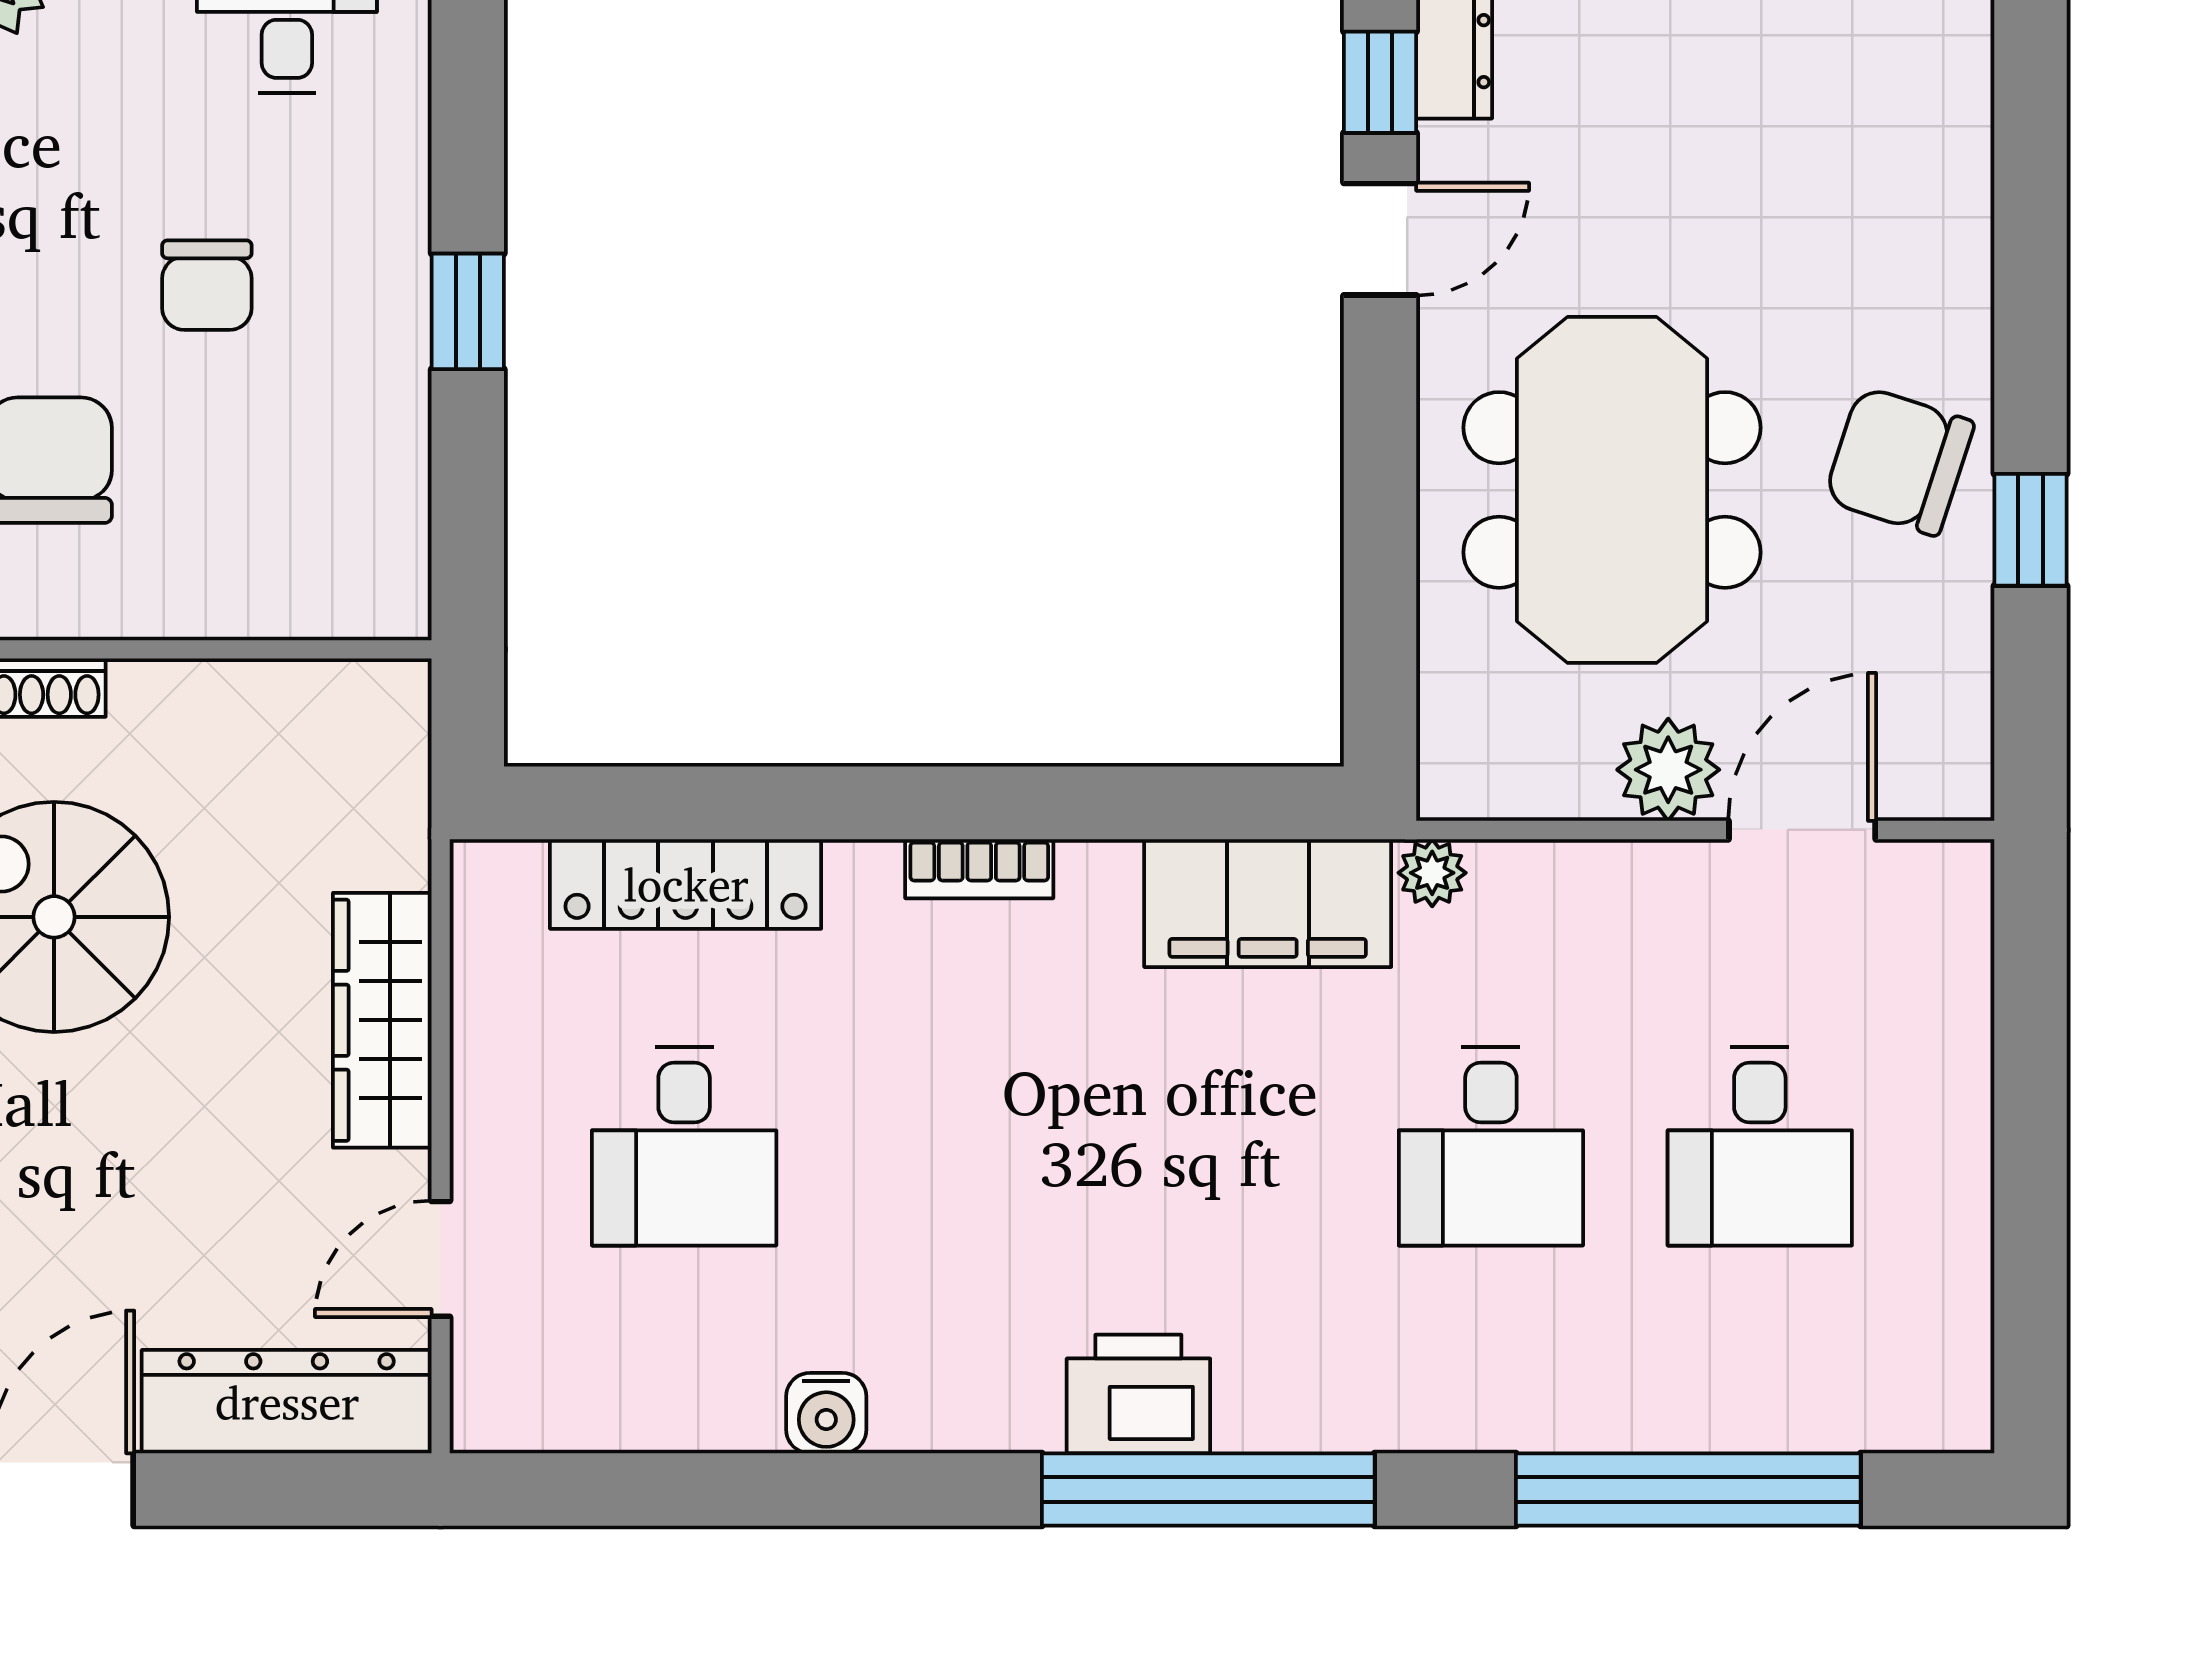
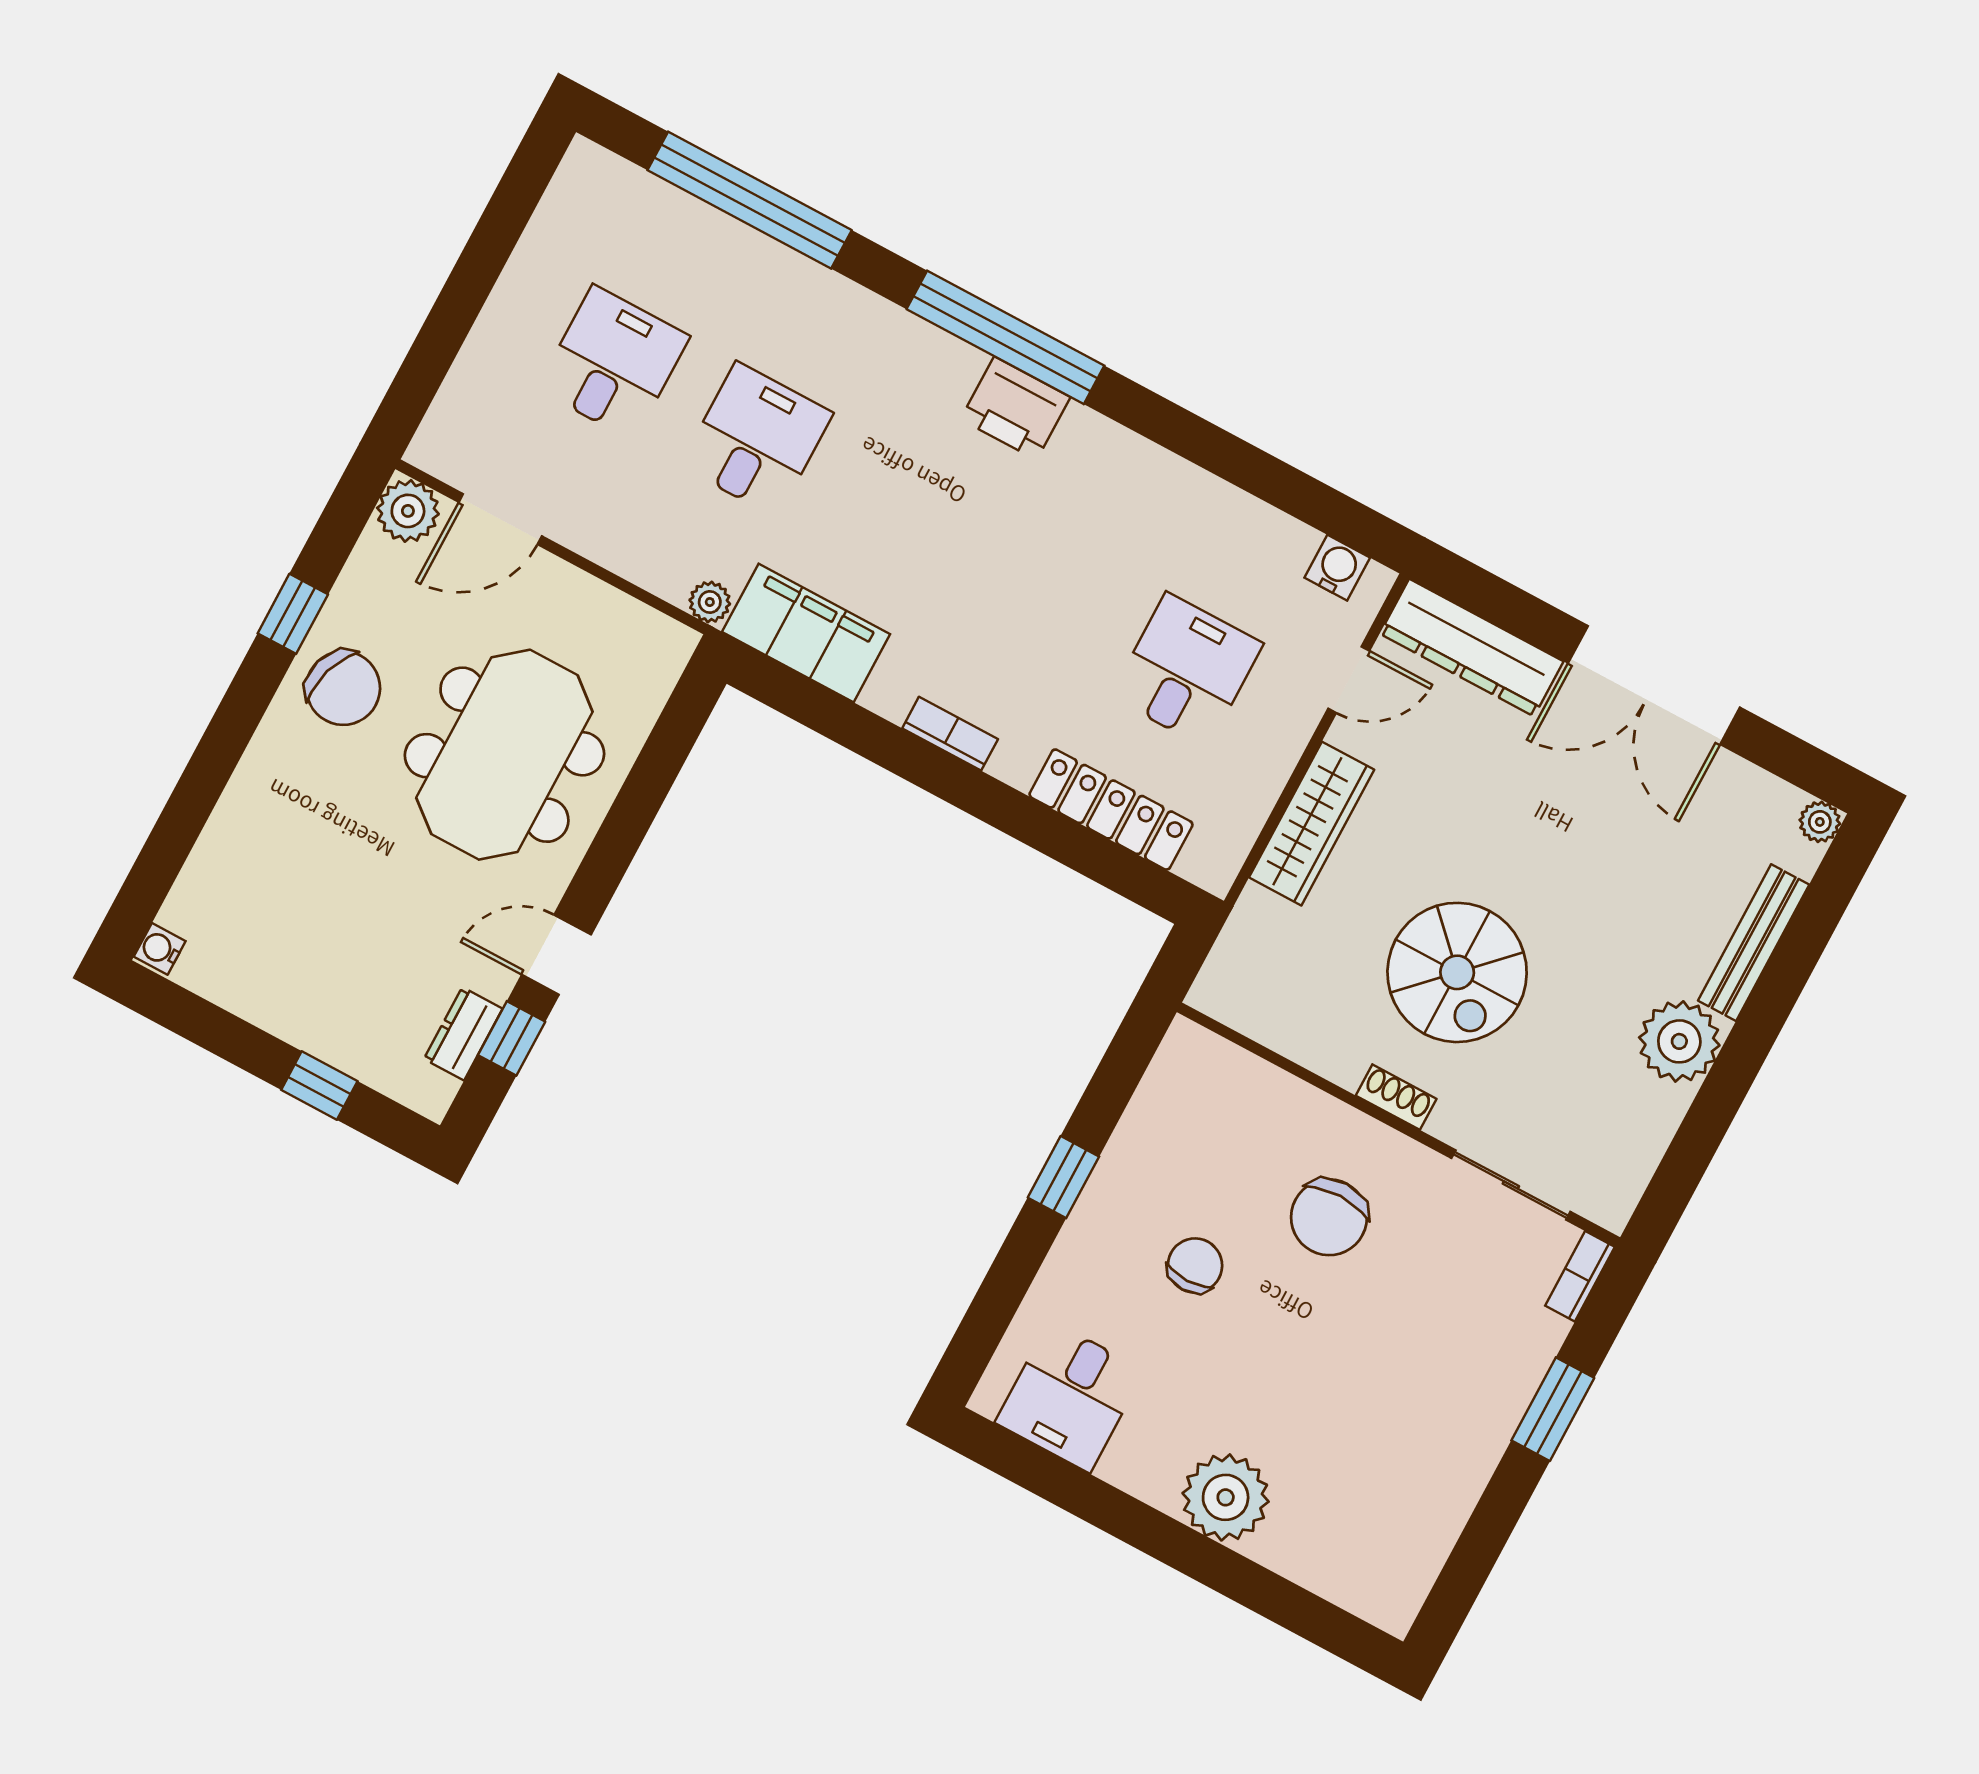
plant: (1668, 770) -> (408, 511), moved
water cooler: (826, 1413) -> (1337, 568), moved

